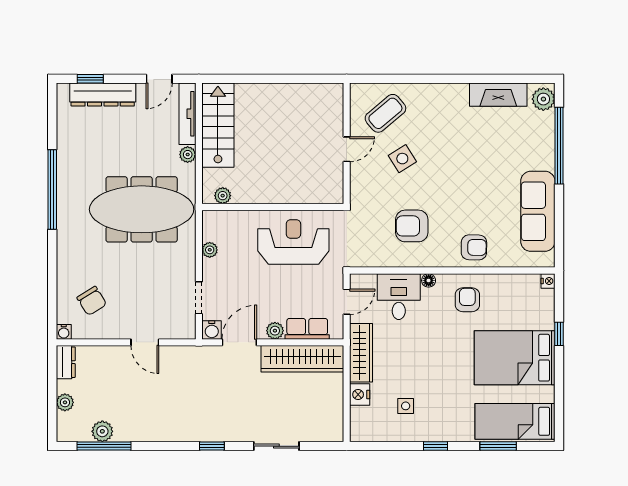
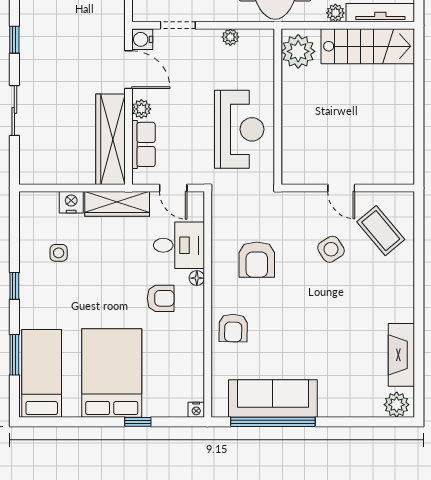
window: (559, 146) -> (273, 422), moved
plant: (223, 196) -> (298, 51), width x1.88, depth x1.88
armchair: (412, 226) -> (257, 260), turned 180
armchair: (467, 300) -> (161, 298), moved

